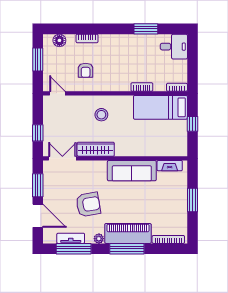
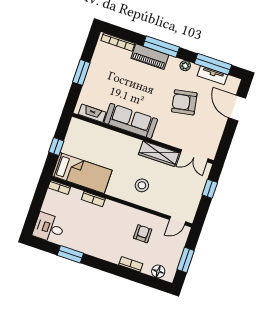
door: (57, 93) -> (178, 221), hinge flipped
window: (38, 185) -> (227, 138), removed
piano: (128, 233) -> (150, 57), width x0.73, depth x0.75

